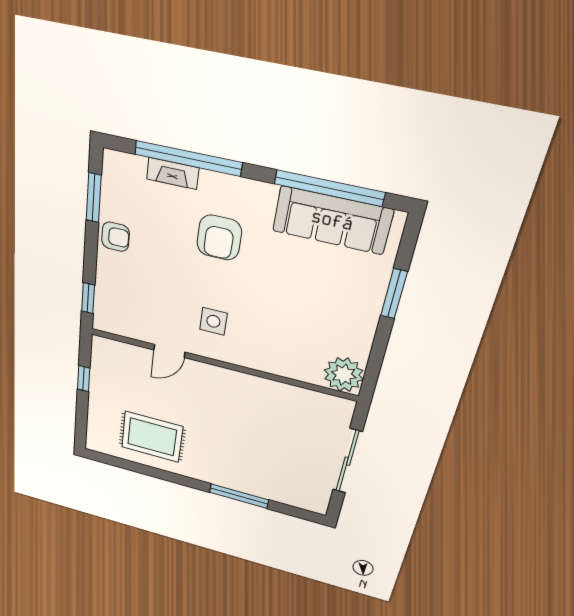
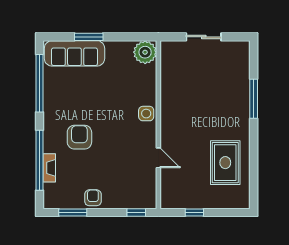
sofa: (332, 220) -> (74, 53), moved, turned 90
armchair: (219, 238) -> (79, 137), turned -90
side table: (213, 321) -> (146, 114), moved
sliding door: (347, 461) -> (204, 37), width x0.73

